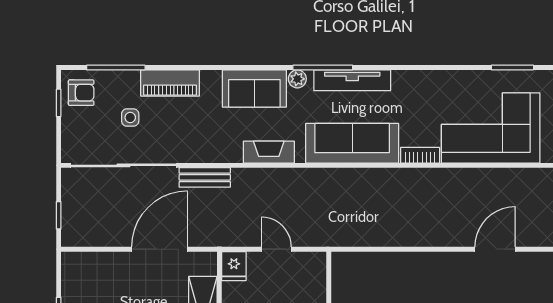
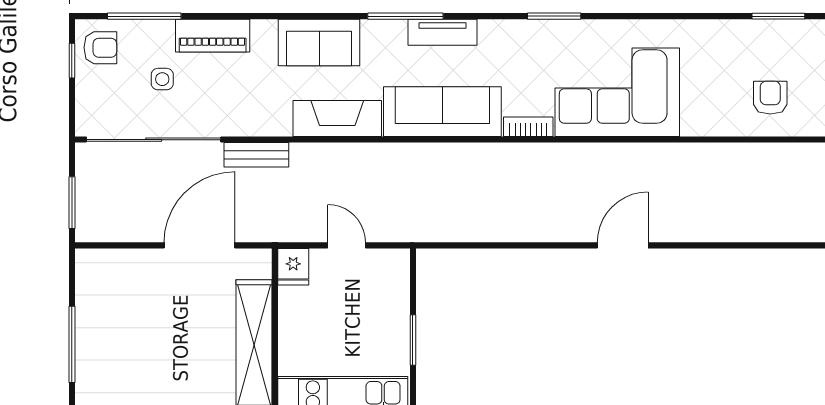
window: (512, 68) -> (554, 16), moved
plant: (297, 79) -> (373, 30), removed
tv unit: (352, 80) -> (443, 32), width x0.71
fireplace: (269, 152) -> (337, 118), width x1.37, depth x1.32
window: (59, 215) -> (72, 203), width x1.50

